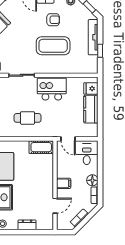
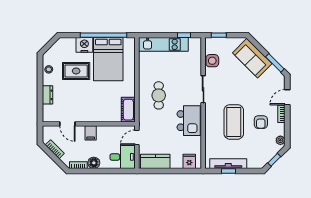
tv unit: (93, 37) -> (228, 164), moved
kitchen counter: (91, 109) -> (155, 161), moved

